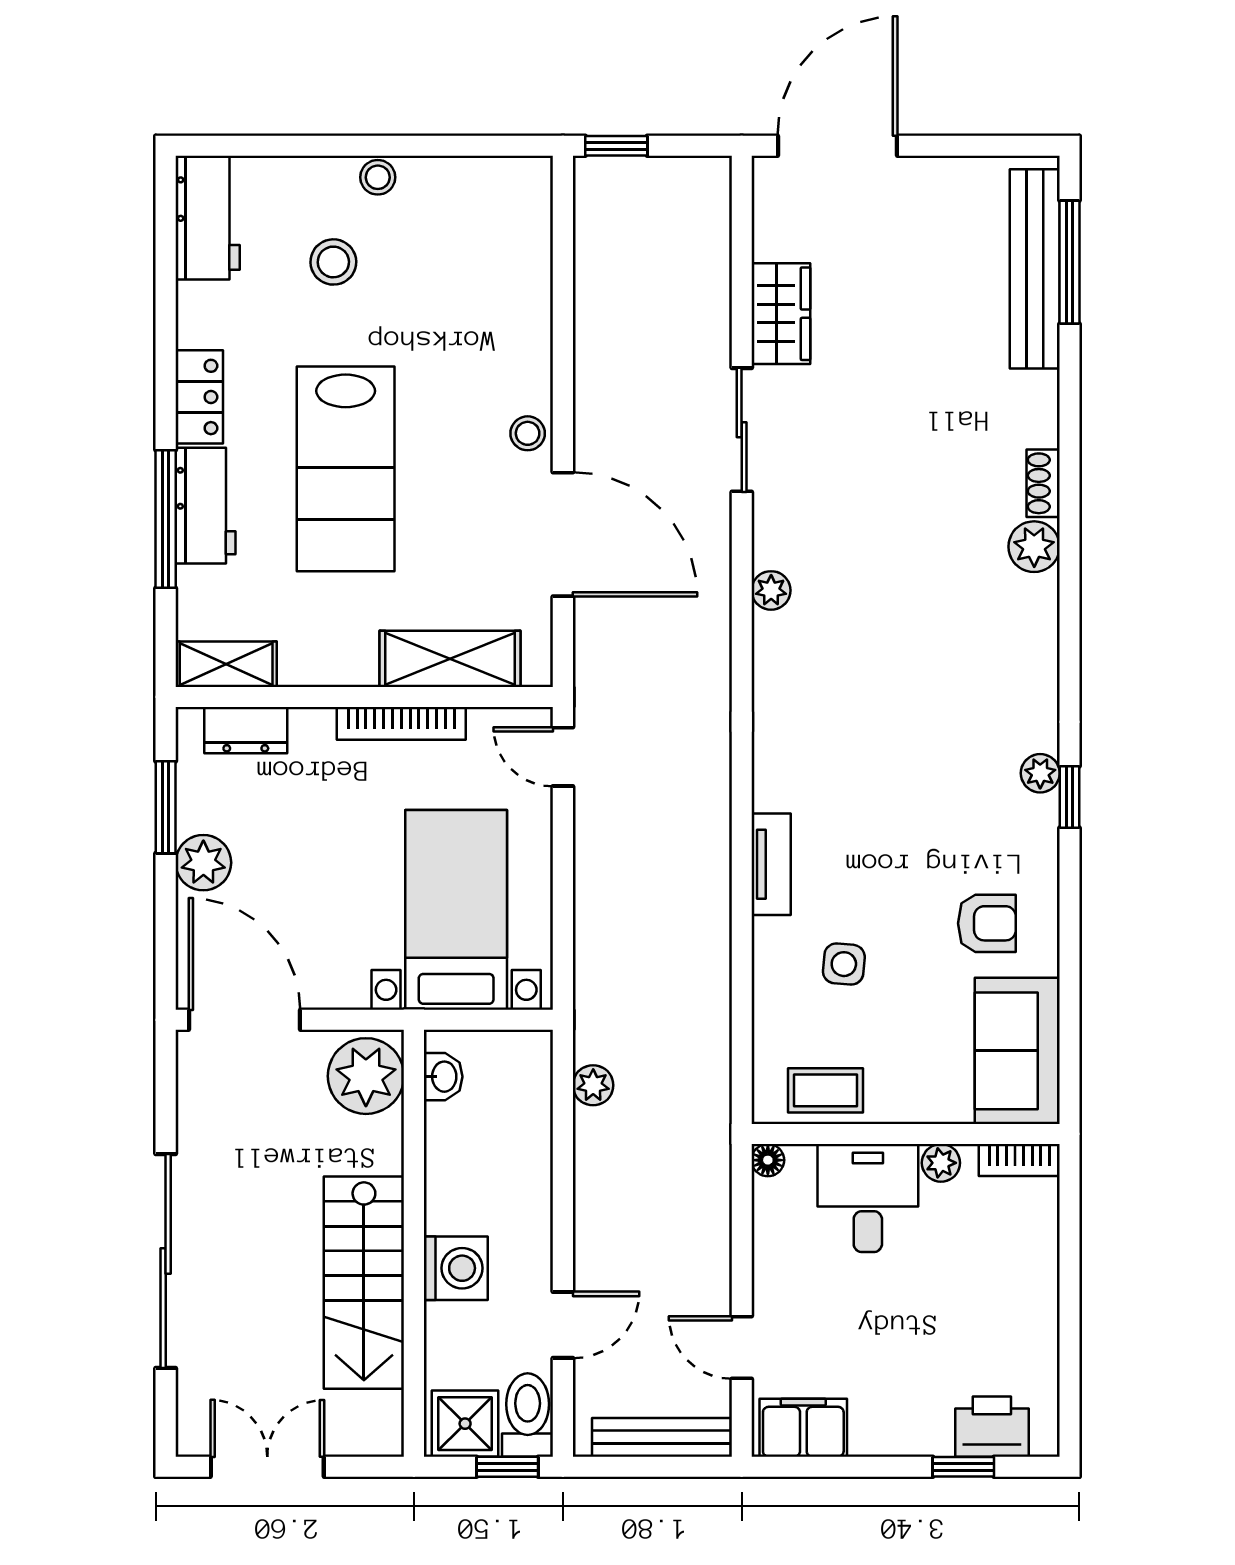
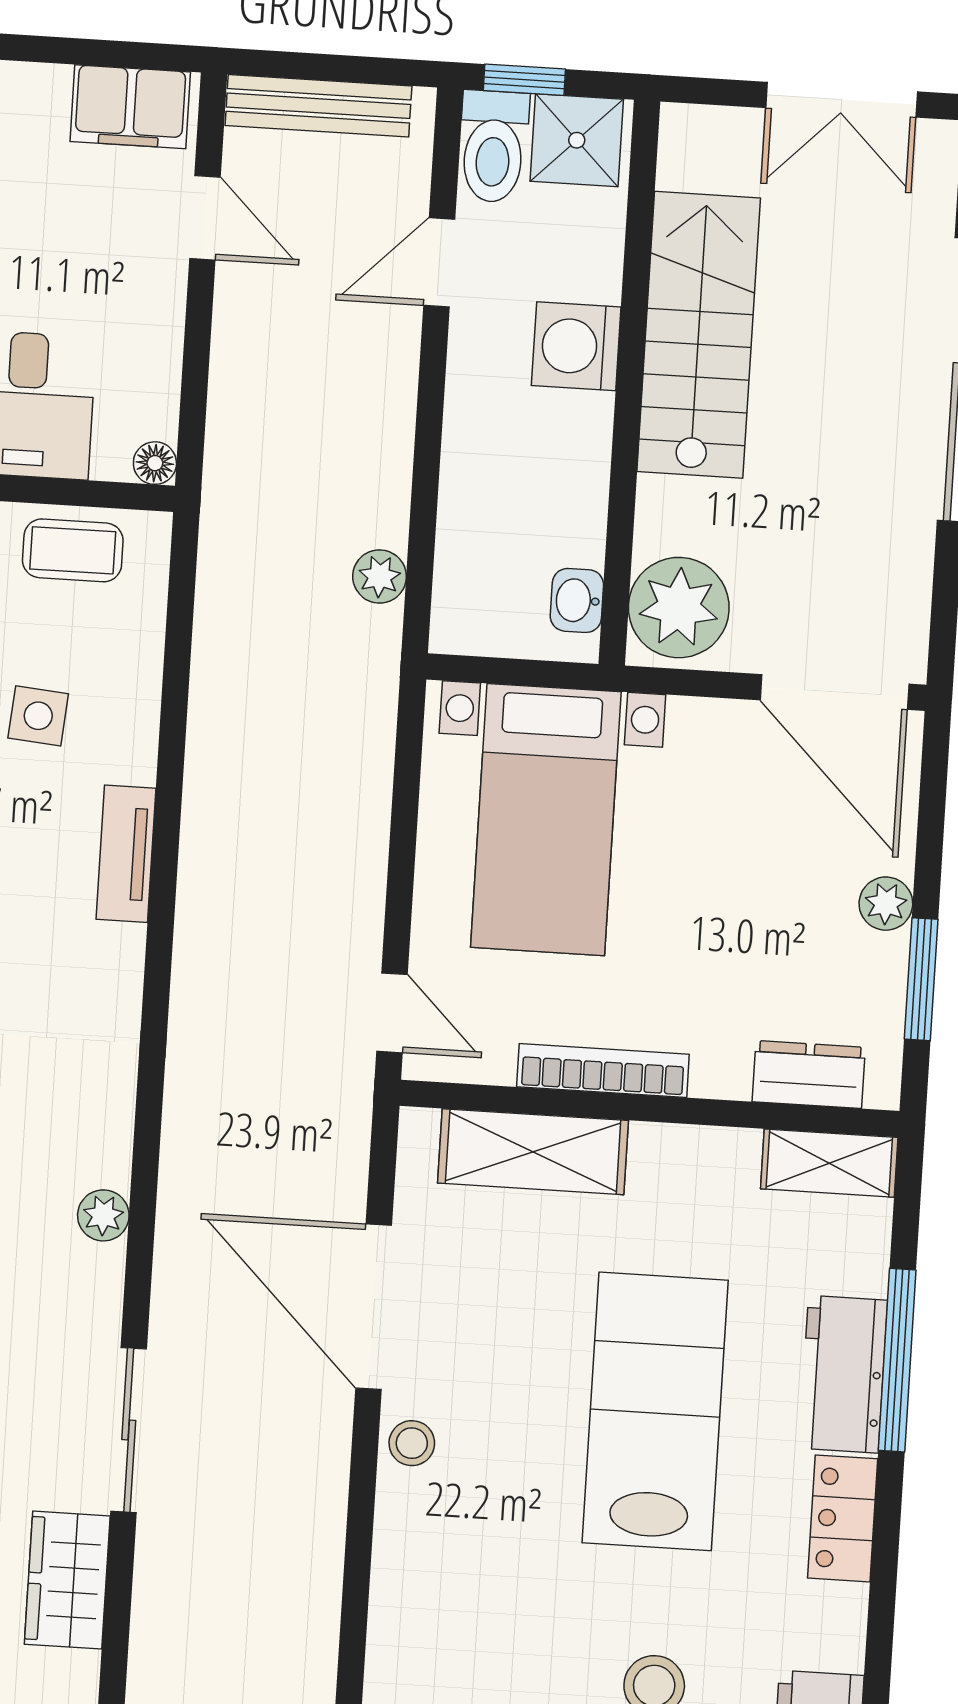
plant: (203, 863) -> (886, 904), width x0.73, depth x0.73

